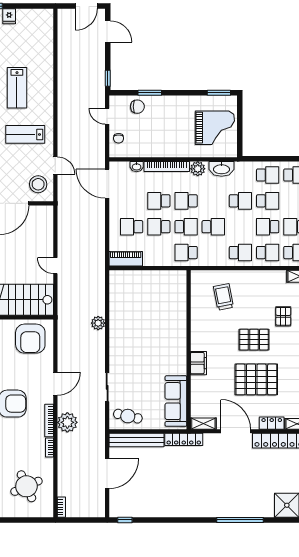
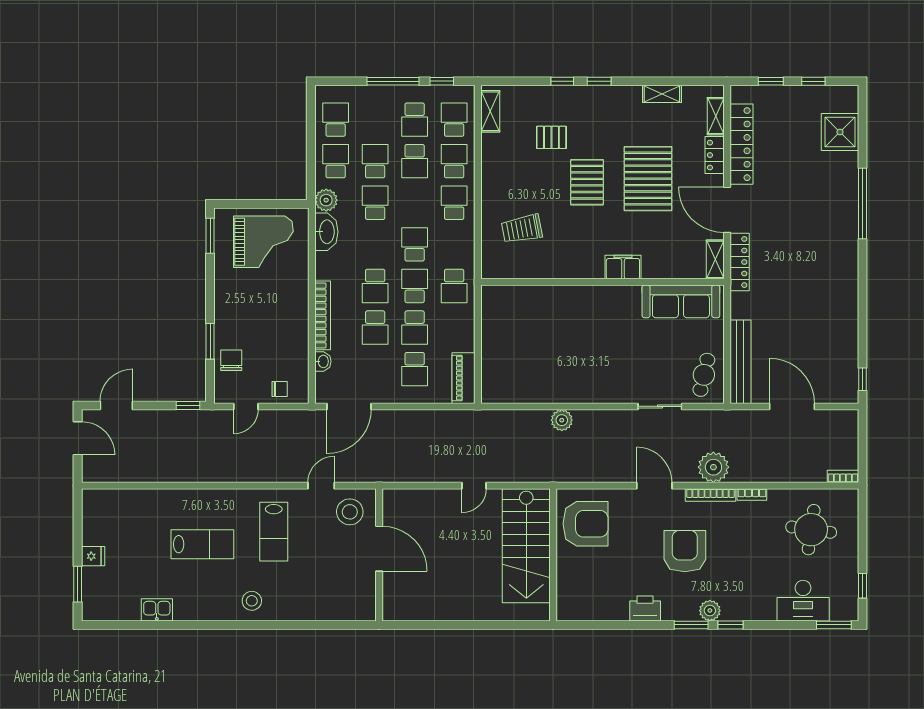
grand piano: (215, 128) -> (263, 242), turned 90
plant: (198, 169) -> (326, 200), moved
door: (236, 431) -> (727, 210), hinge flipped
locker: (184, 439) -> (740, 262), moved
round table: (26, 486) -> (811, 530), turned 32

